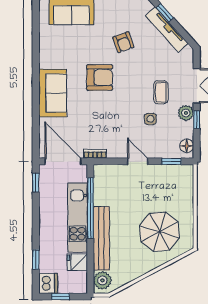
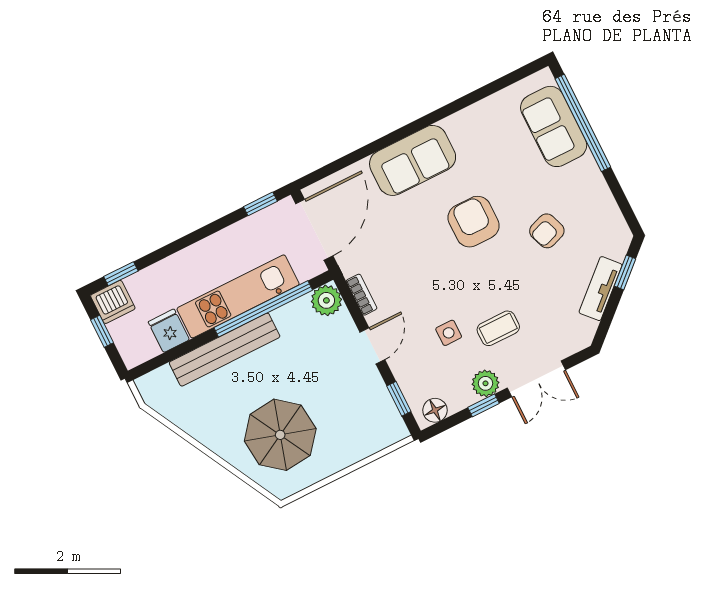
tv unit: (167, 29) -> (601, 289), width x0.71
armchair: (100, 77) -> (474, 222), turned 180
bookcase: (95, 154) -> (362, 295), moved
window: (36, 260) -> (121, 274), moved
plant: (102, 280) -> (326, 300), moved

